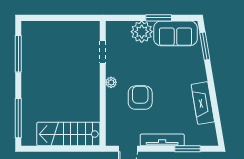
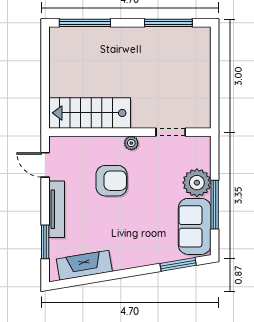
window: (159, 18) -> (215, 205), width x1.44
fireplace: (203, 103) -> (84, 265), moved
stairs: (68, 134) -> (90, 113), moved, turned -90

